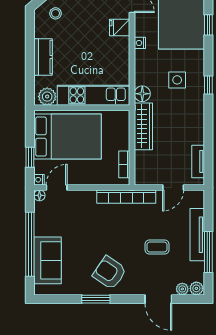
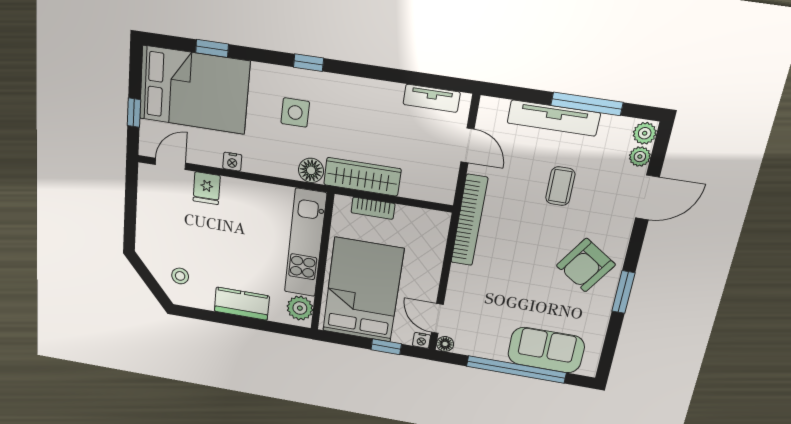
bookcase: (124, 164) -> (373, 208), moved

